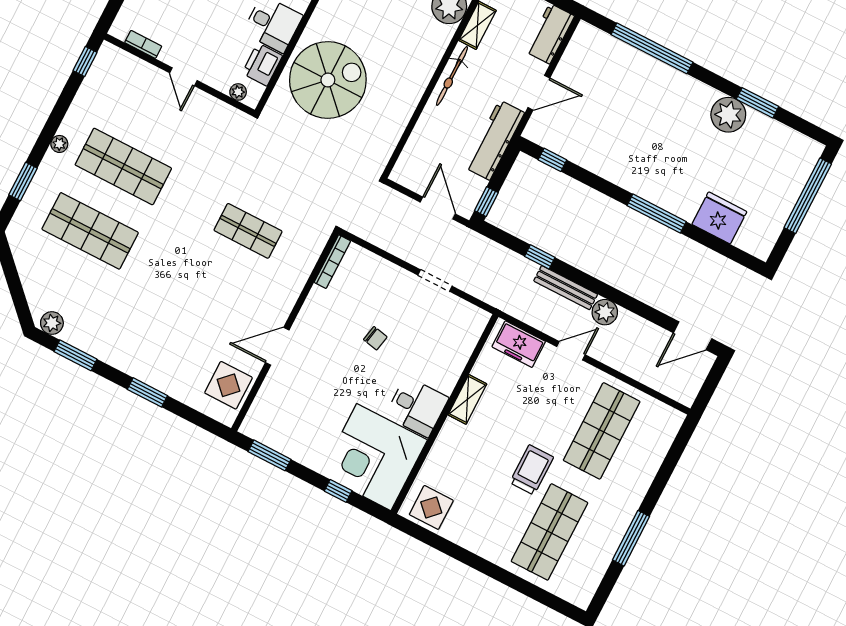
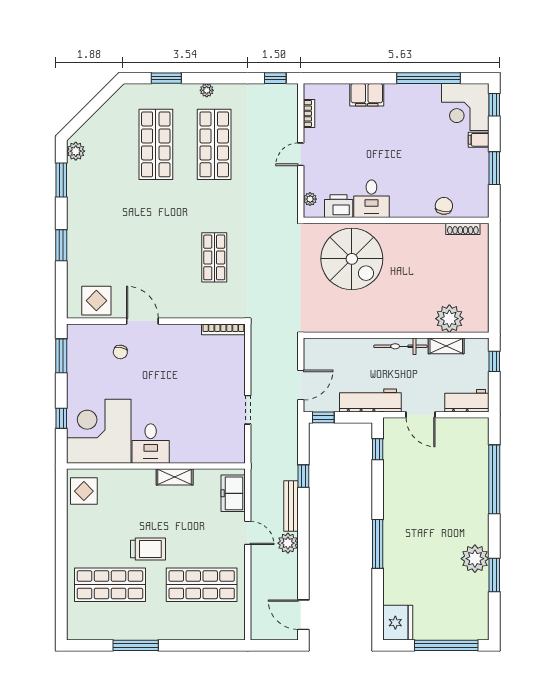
fridge: (719, 218) -> (398, 623), moved
chair: (375, 338) -> (120, 352), moved

